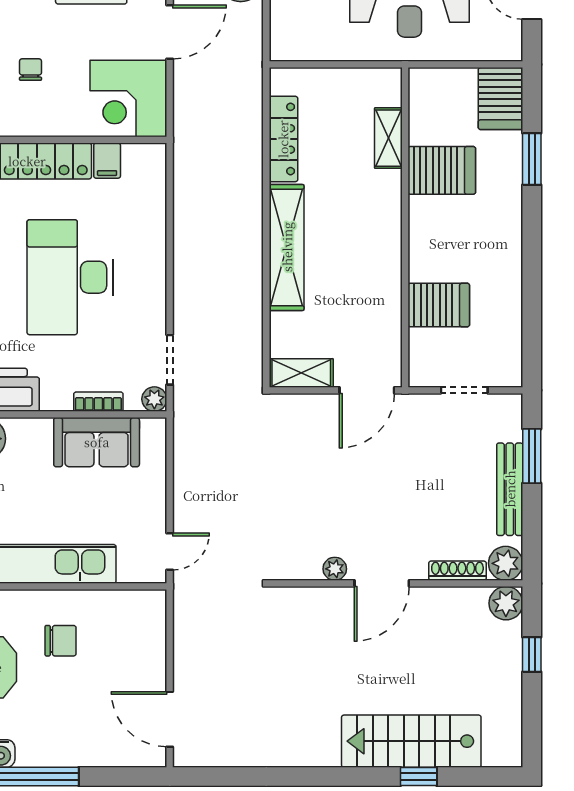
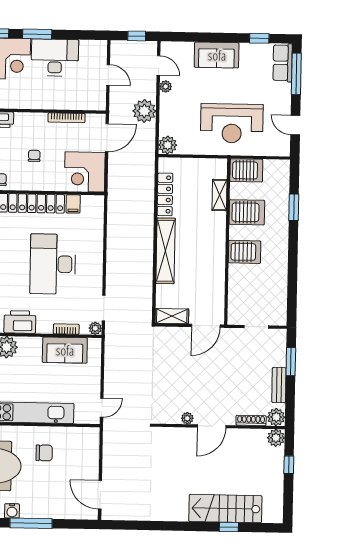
plant: (287, 44) -> (168, 145), added
server rack: (501, 99) -> (246, 170), moved, turned -90
server rack: (439, 305) -> (245, 252), moved
bench: (510, 489) -> (279, 385), width x0.73

